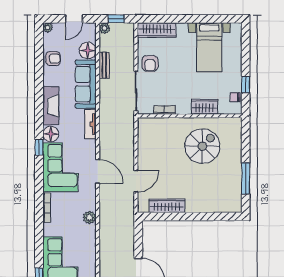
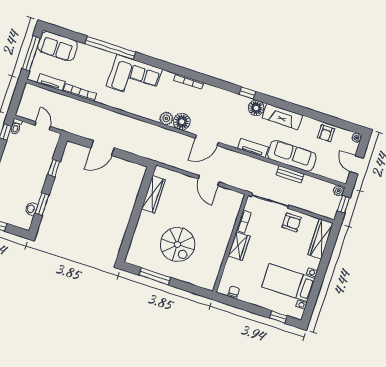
floor lamp: (88, 50) -> (182, 122), moved
armchair: (150, 63) -> (292, 222), turned 180
bench: (104, 65) -> (290, 174), moved
window: (246, 84) -> (278, 317), moved
wardrobe: (205, 107) -> (239, 246), moved
spiral stairs: (202, 146) -> (178, 244), moved
corner sofa: (60, 167) -> (222, 107), removed
door: (136, 181) -> (209, 180), moved

